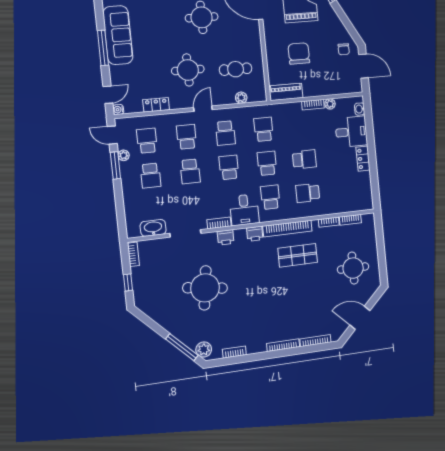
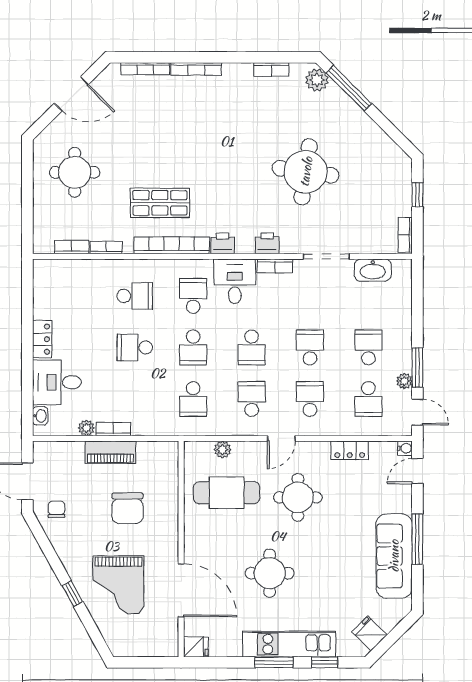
cafe table: (236, 69) -> (227, 493), width x1.37, depth x1.35
piano: (286, 92) -> (110, 452), moved
school desk: (187, 137) -> (310, 399), turned 180
school desk: (270, 197) -> (193, 296), turned 180

